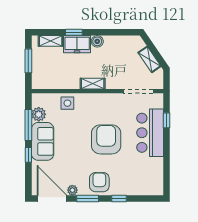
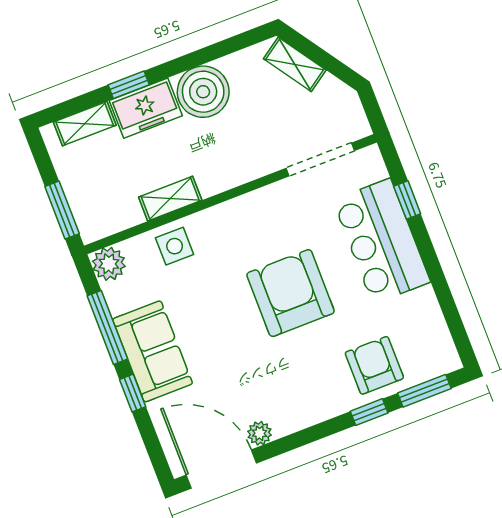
boiler: (97, 41) -> (203, 92), width x1.86, depth x1.86
shelving: (149, 59) -> (295, 64), moved
window: (28, 61) -> (62, 210), moved
shelving: (93, 84) -> (170, 199), moved
plant: (39, 114) -> (109, 264), moved
armchair: (99, 182) -> (374, 365), moved
window: (88, 198) -> (424, 391), moved

